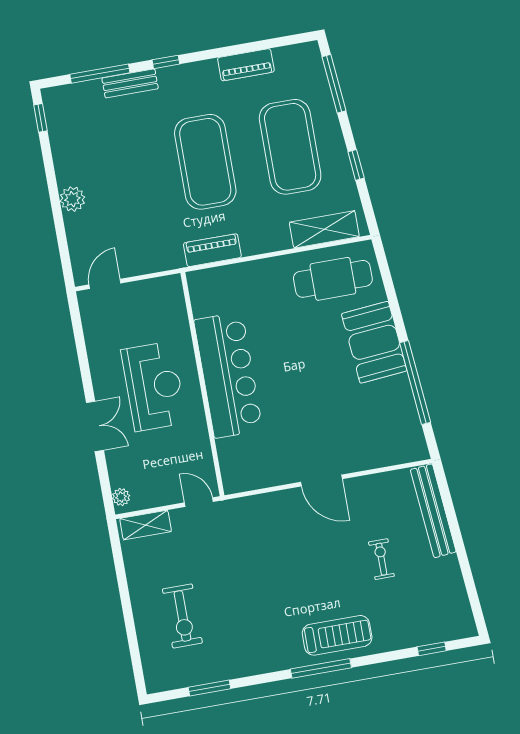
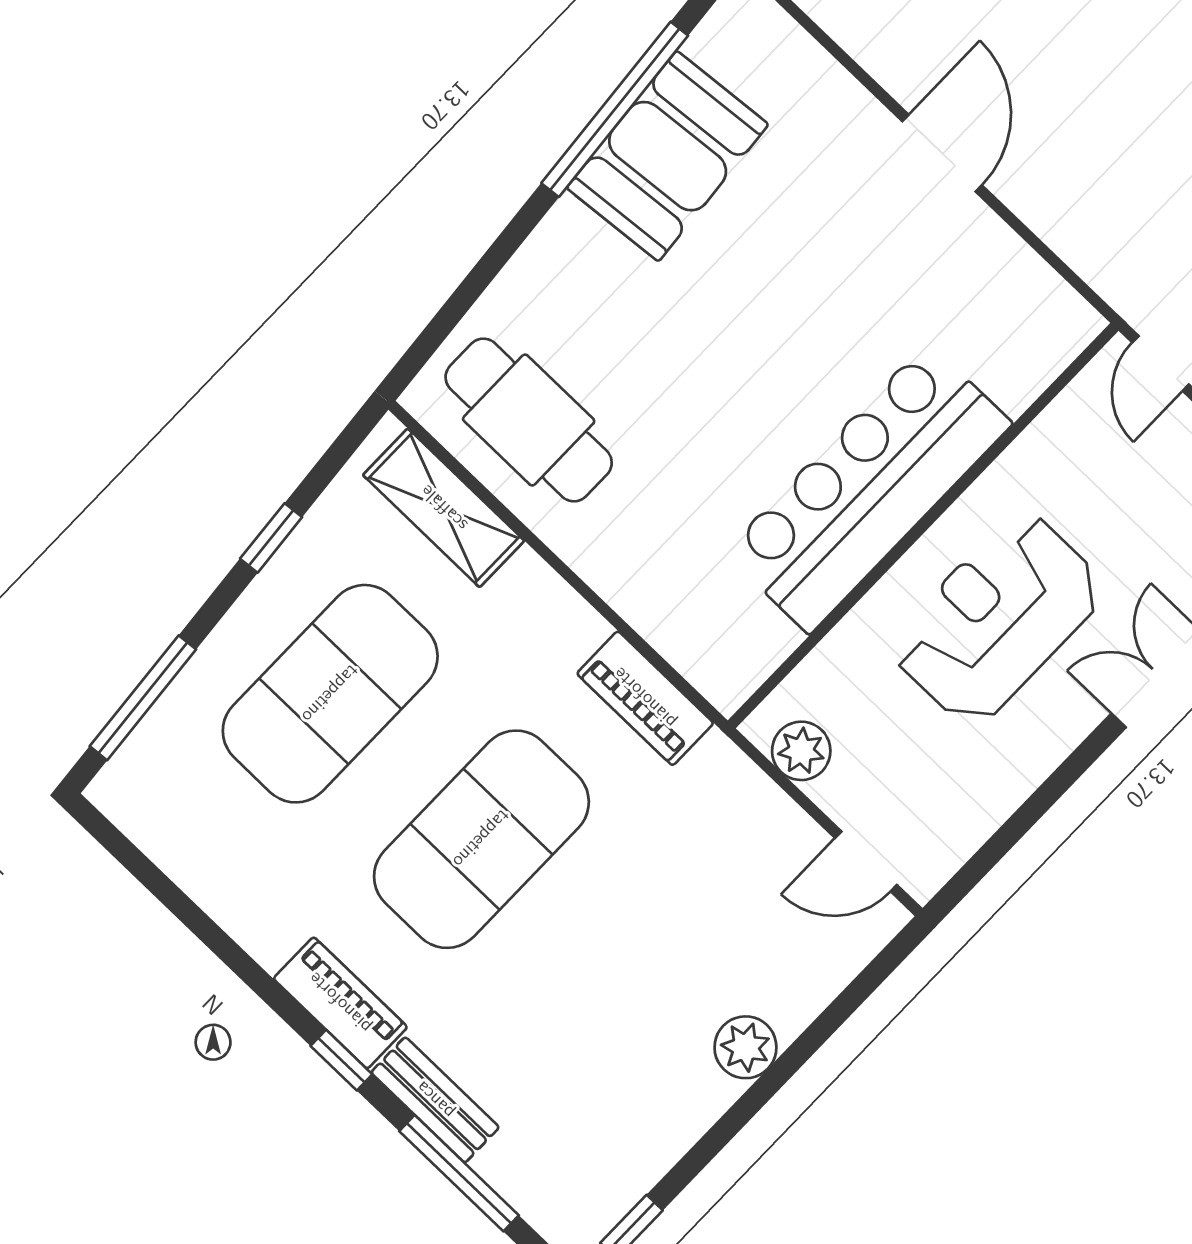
piano: (246, 65) -> (340, 1003), moved
plant: (157, 289) -> (801, 751), added
booth: (374, 342) -> (668, 156), moved

